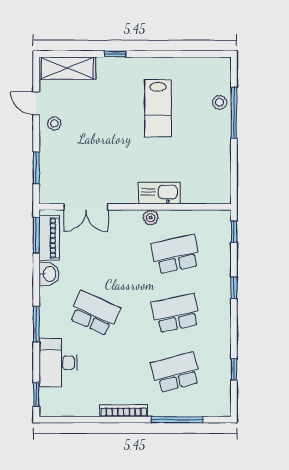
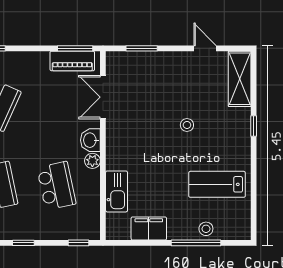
door: (36, 103) -> (205, 48), hinge flipped
lab bench: (158, 108) -> (217, 184), moved
stool: (54, 123) -> (187, 125), moved
filing cabinet: (219, 160) -> (149, 228), added
kitchen sink: (159, 193) -> (117, 191), moved
washbasin: (49, 274) -> (90, 140), moved, turned 90

